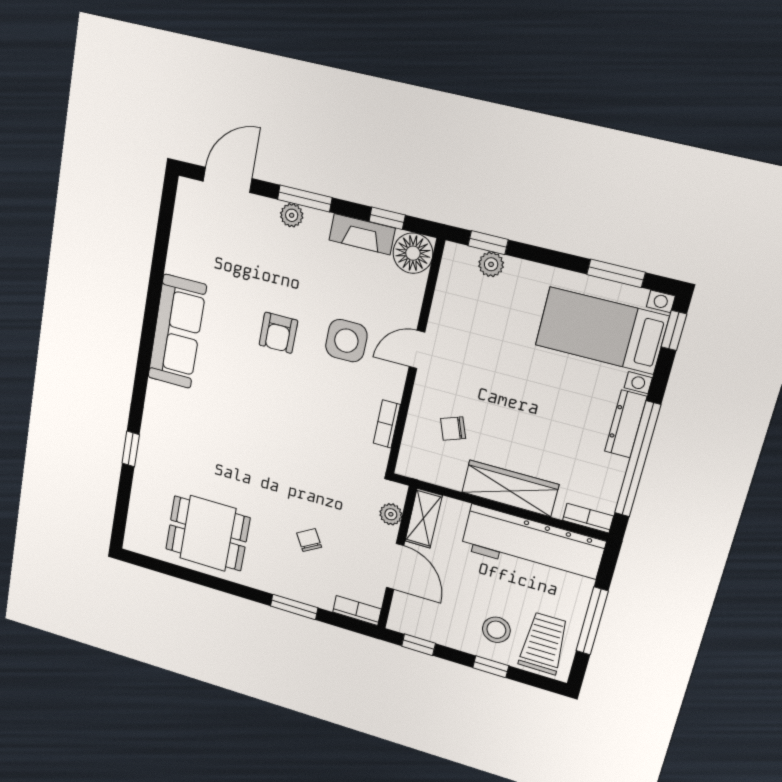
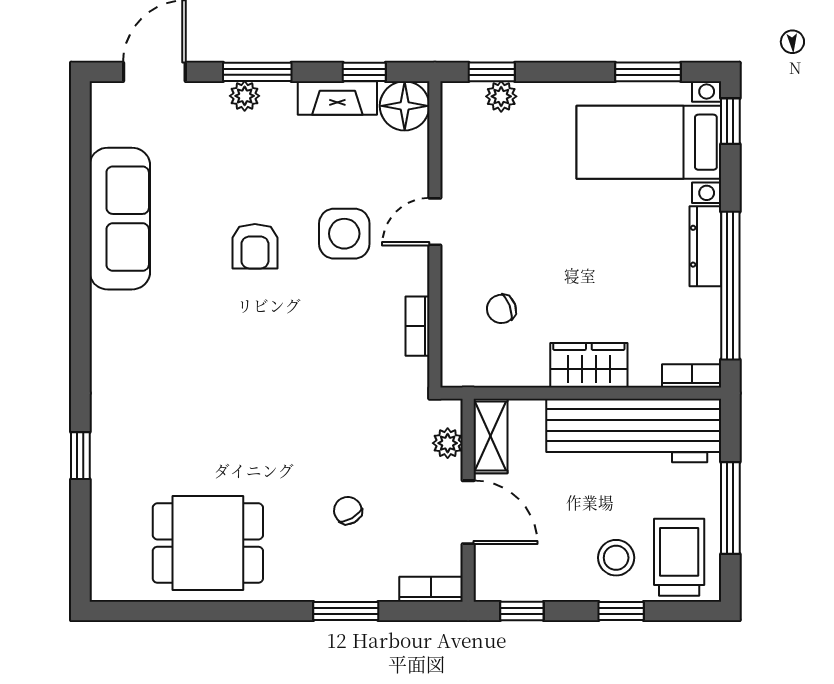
sofa: (177, 332) -> (120, 219), moved
wardrobe: (510, 488) -> (589, 365), width x0.67

